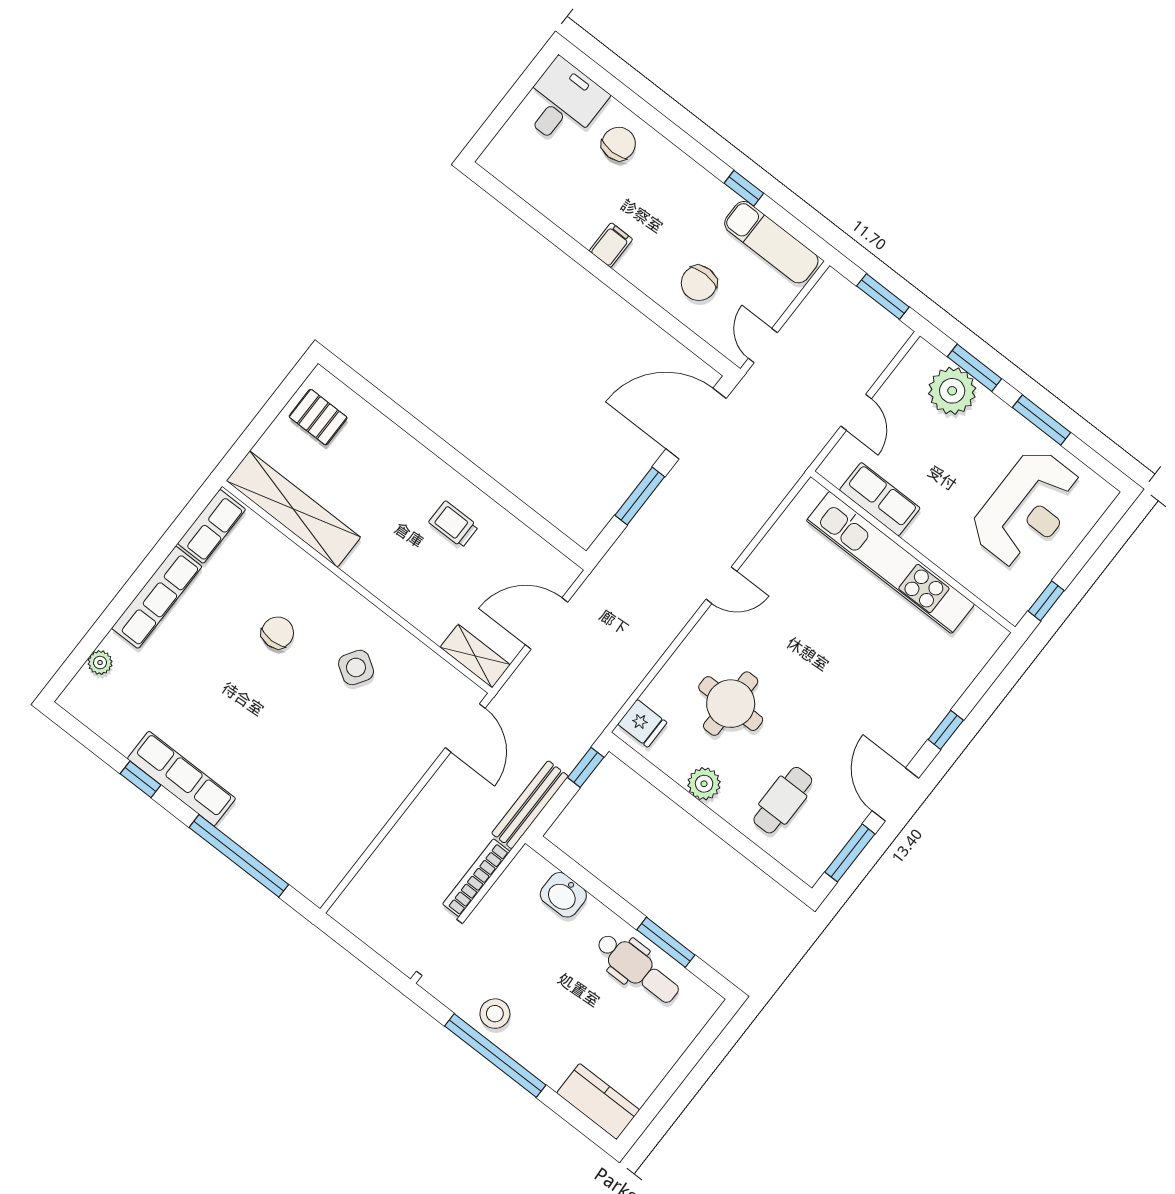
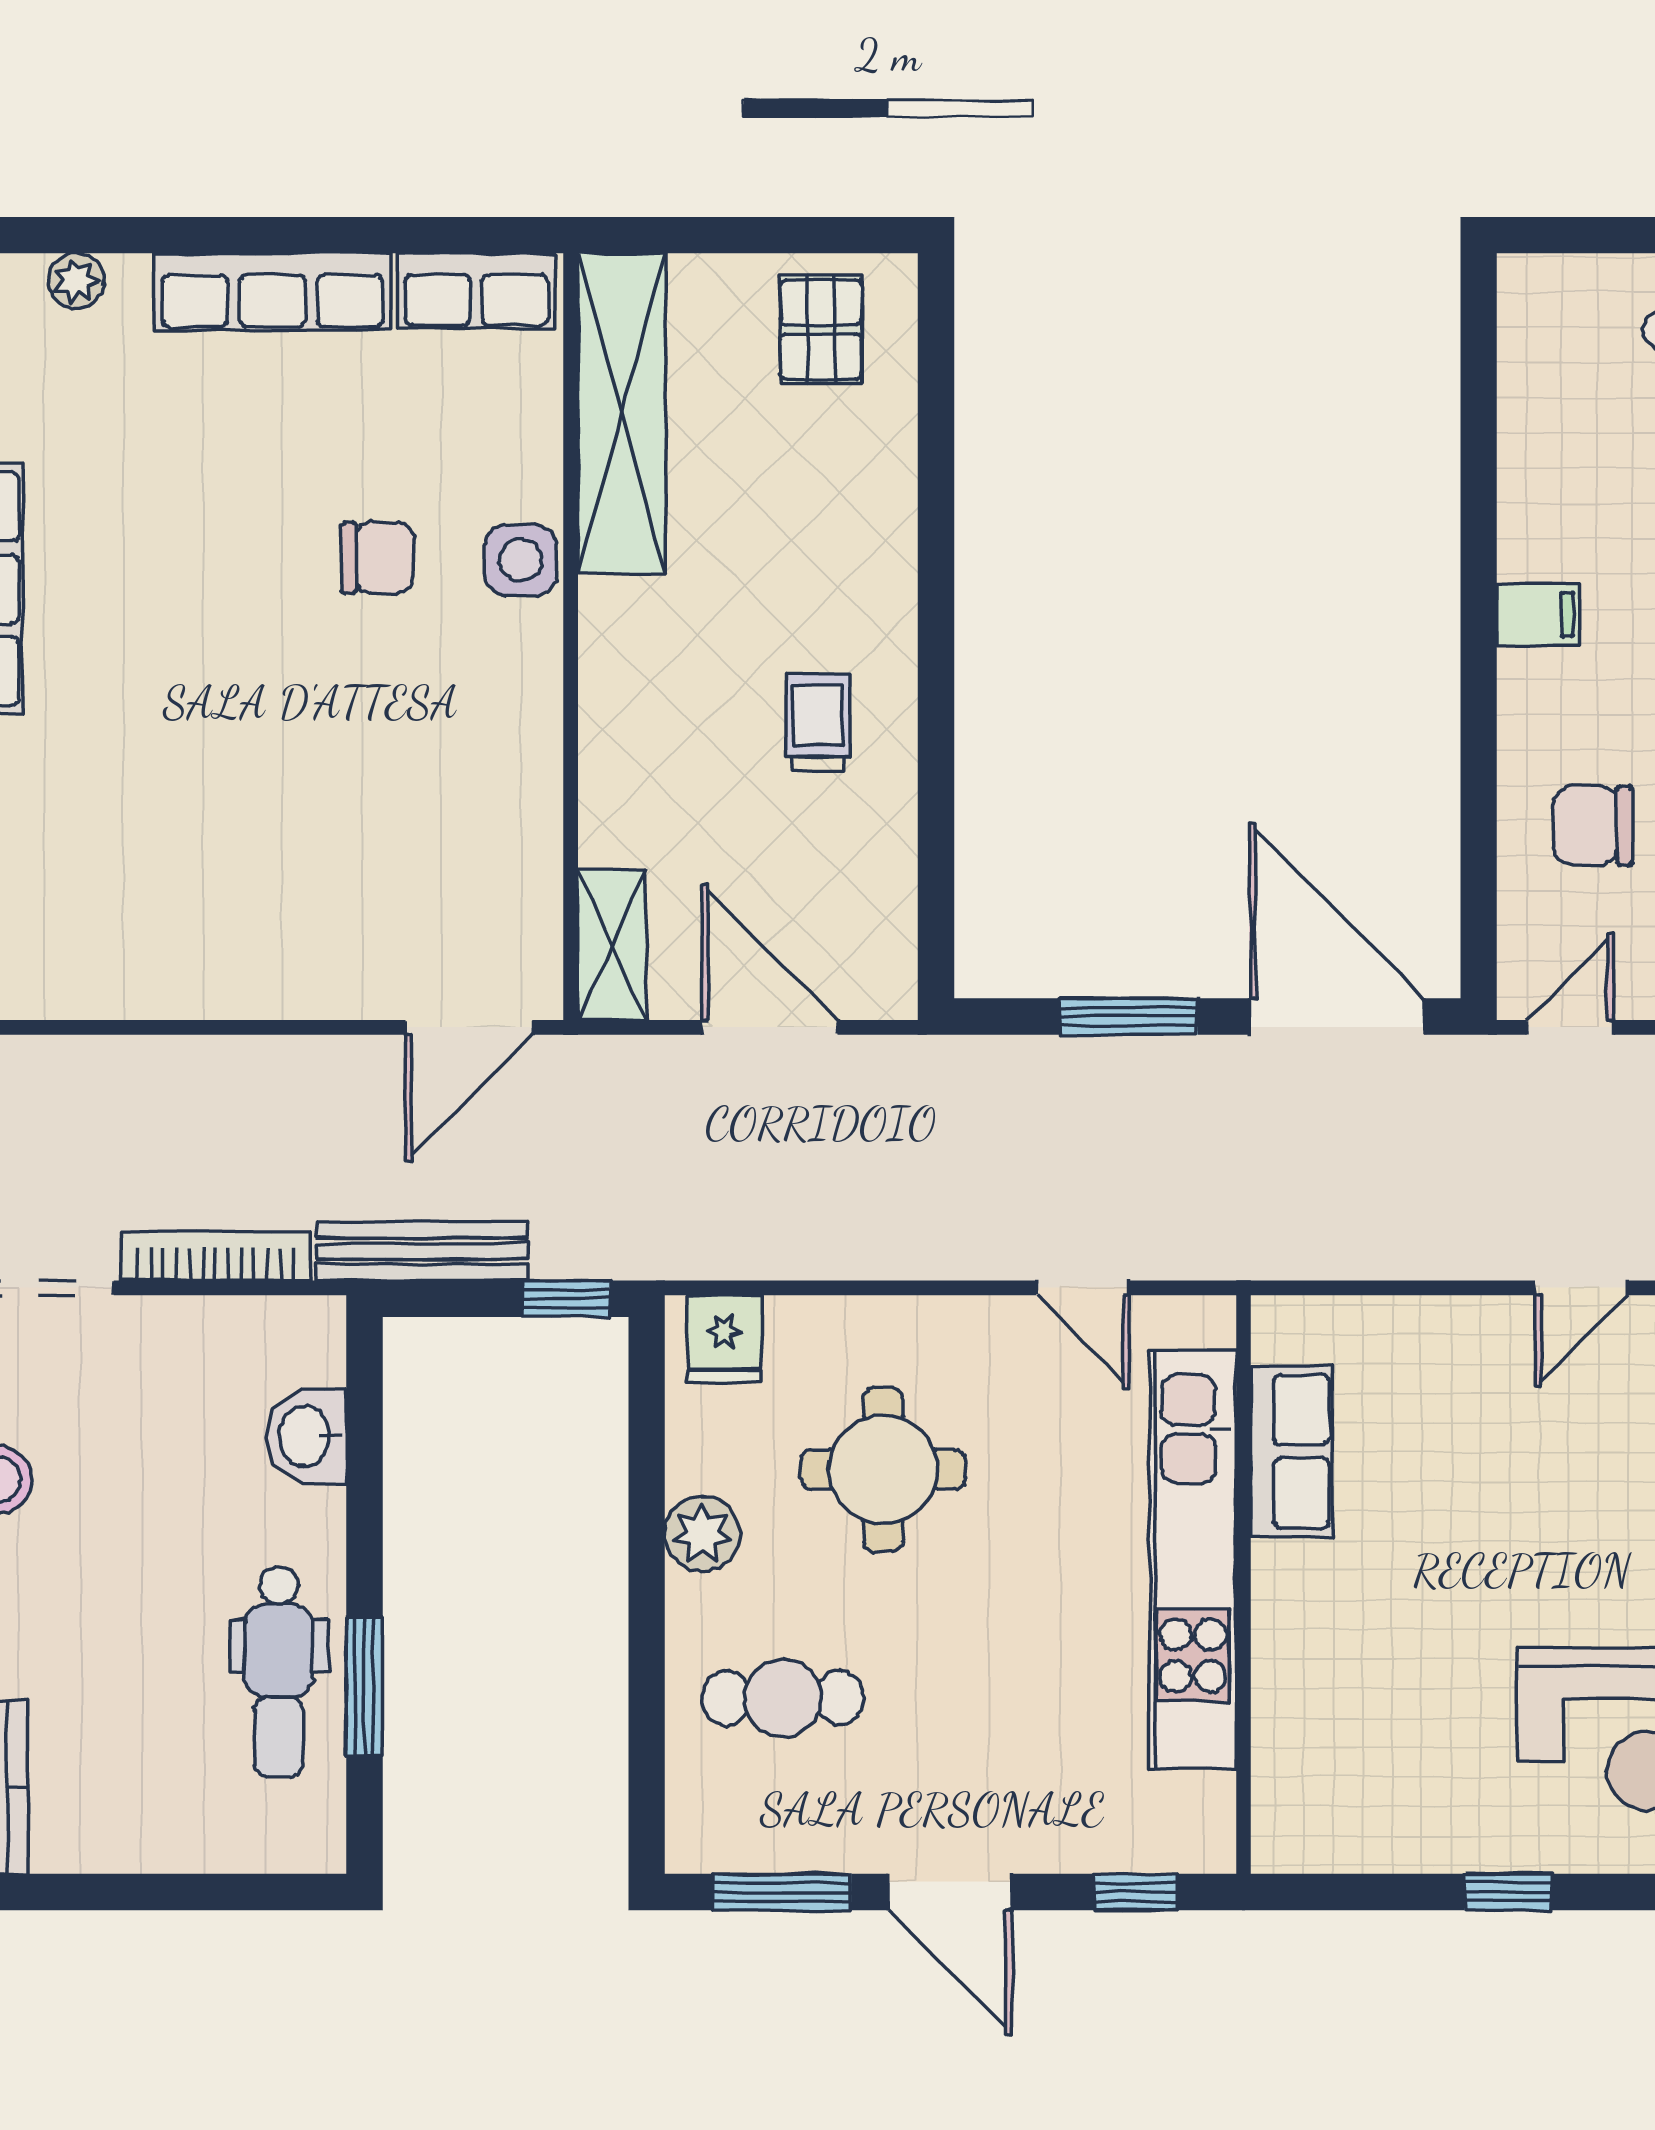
row of seats: (880, 499) -> (1292, 1452), moved
wall: (913, 552) -> (1244, 1584), moved
kitchen unit: (890, 562) -> (1193, 1559), moved
side table: (356, 667) -> (521, 560), moved, turned -33
door: (895, 795) -> (950, 1892), swing flipped

